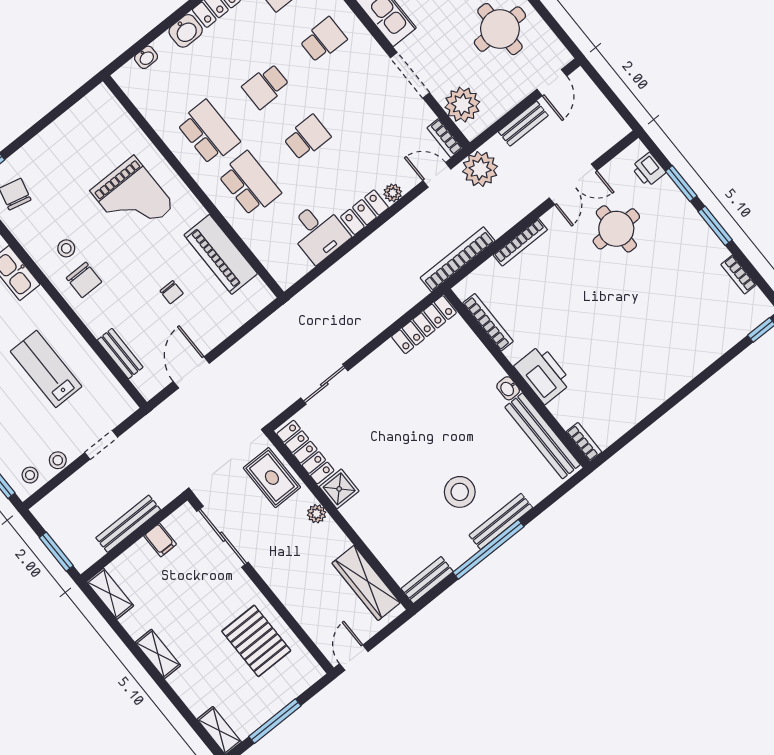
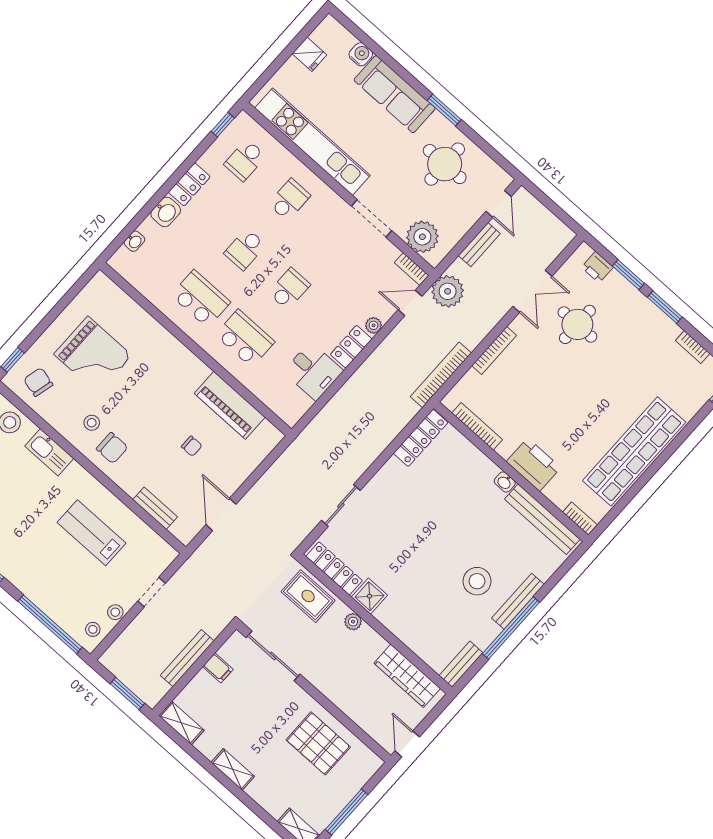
grand piano: (132, 198) -> (93, 355), moved
shop shelf: (655, 378) -> (634, 451), added

